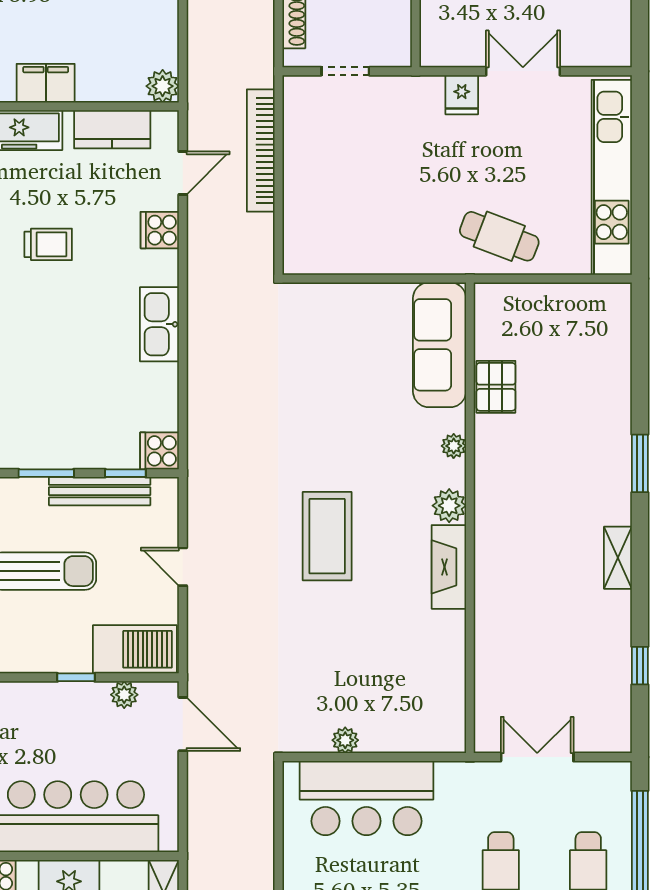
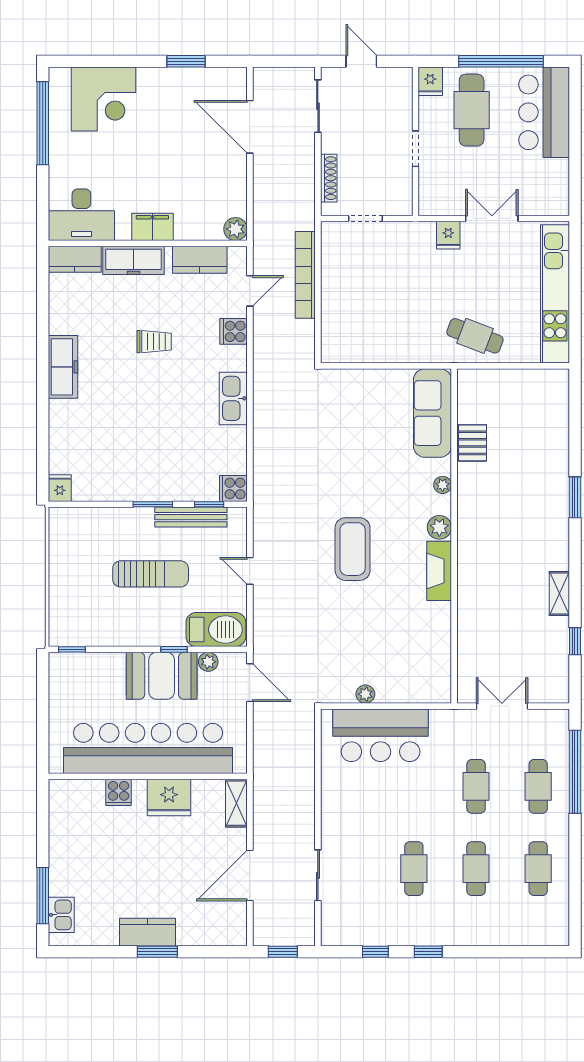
shelving: (618, 558) -> (559, 593), moved
booth: (59, 714) -> (162, 676), added

